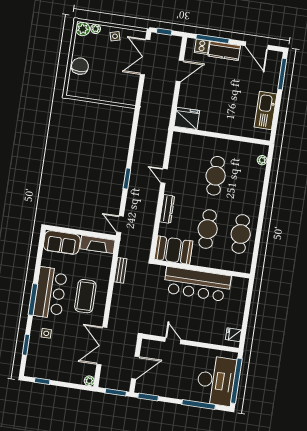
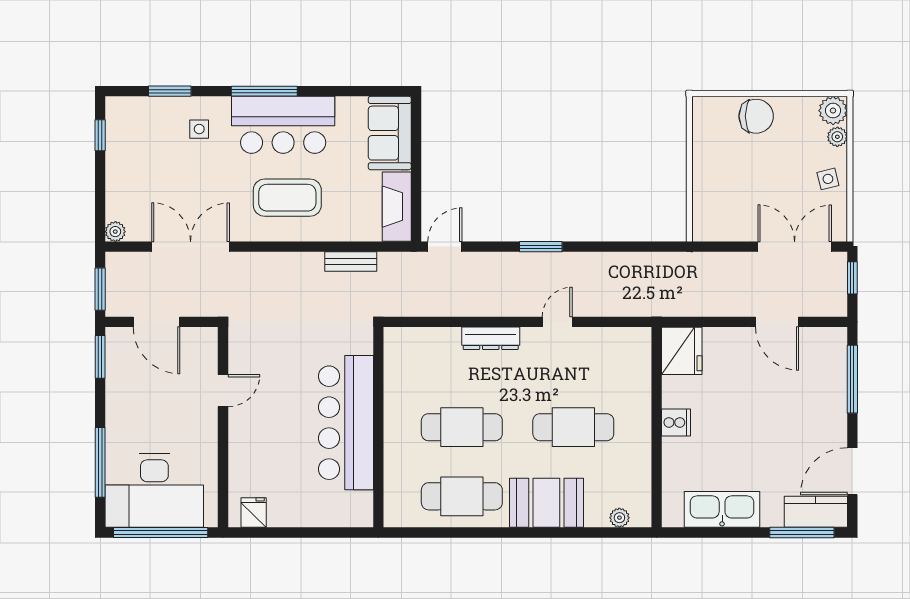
cooker: (202, 47) -> (676, 422), moved, turned 180
kitchen counter: (224, 51) -> (816, 512), moved, turned 90
booth: (173, 250) -> (546, 503), moved, turned 90

